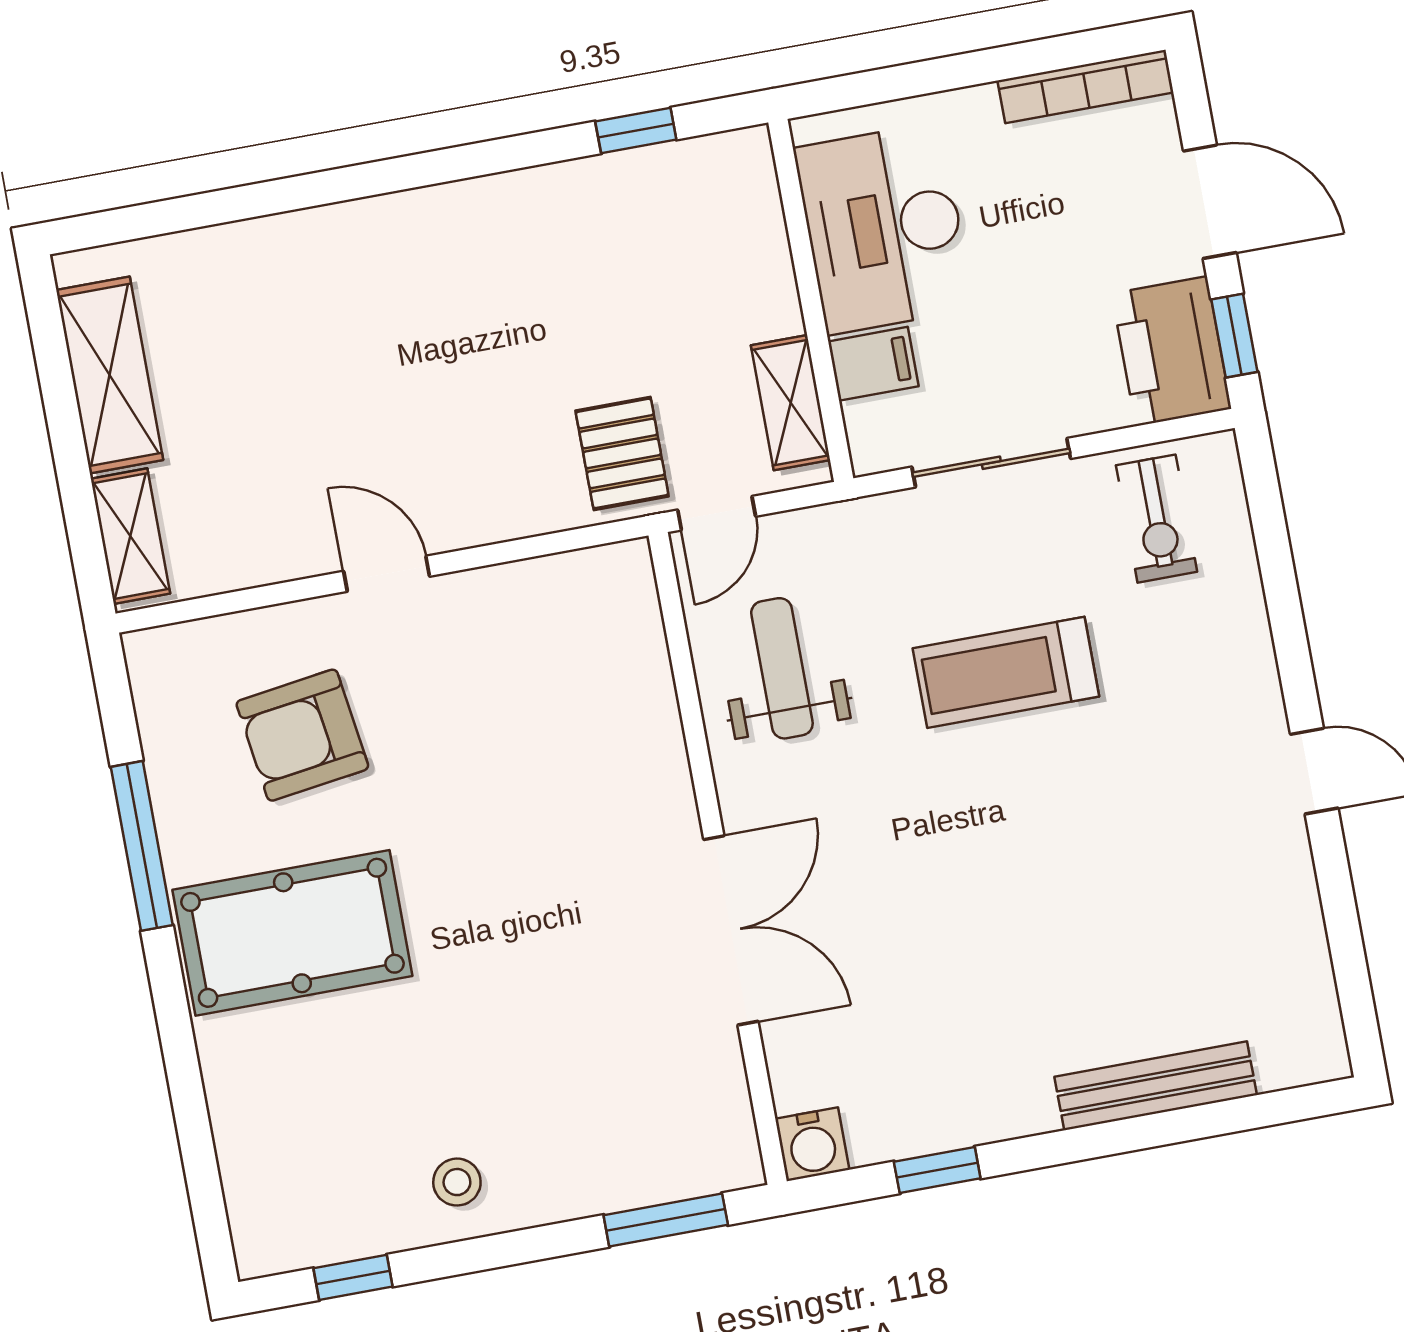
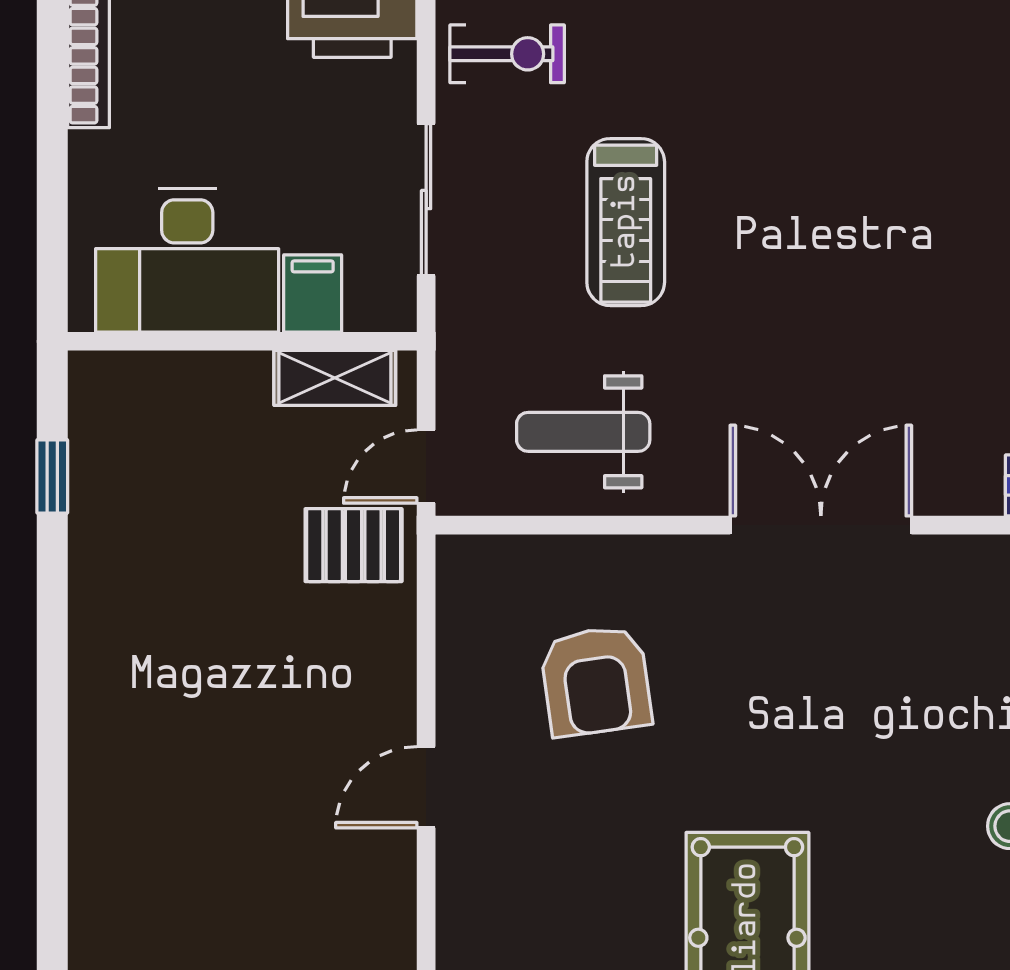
door: (717, 513) -> (426, 467), swing flipped
armchair: (302, 735) -> (596, 681), moved

